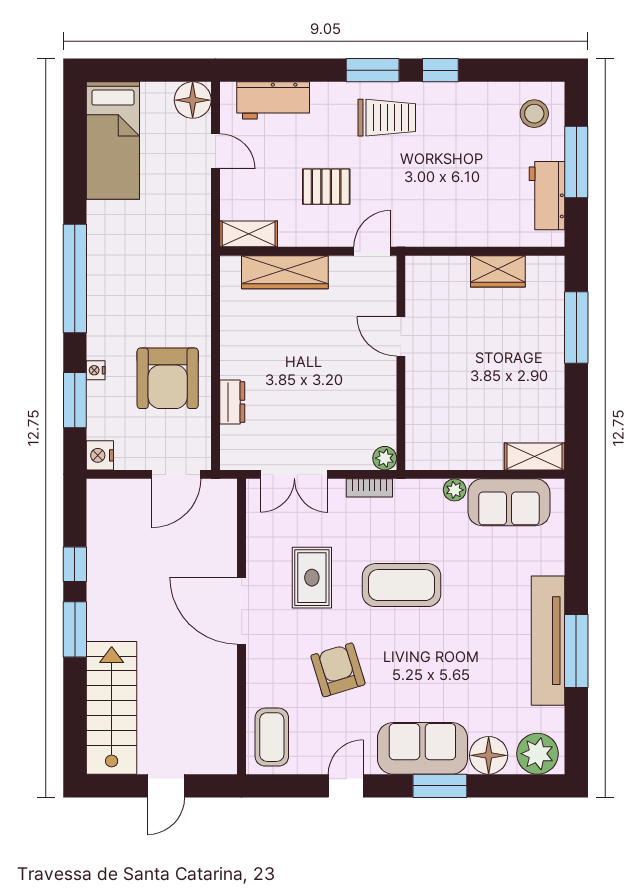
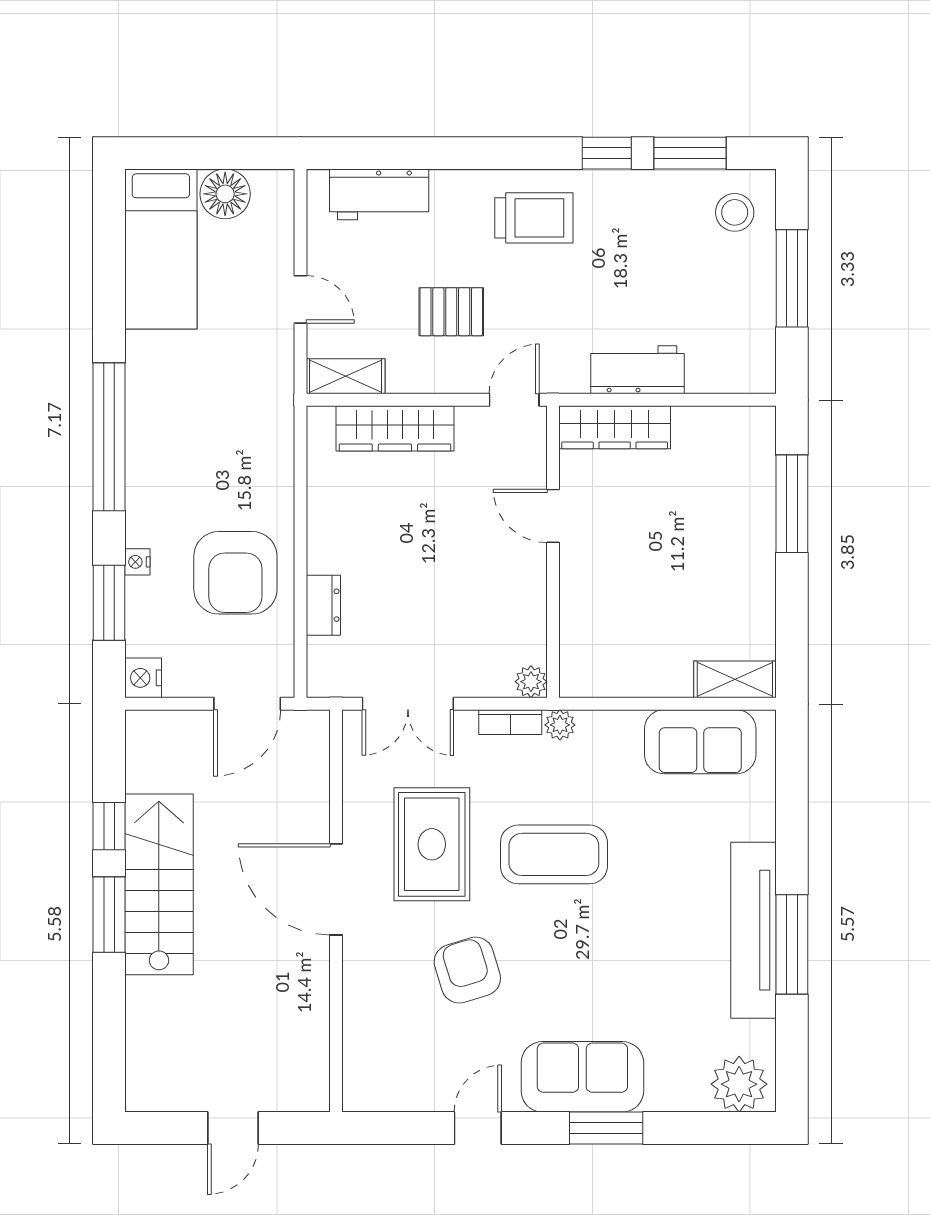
window: (373, 70) -> (690, 153), moved
floor lamp: (193, 100) -> (225, 194), moved
door: (215, 151) -> (300, 299), moved
workbench: (547, 196) -> (638, 370), moved, turned 90
wardrobe: (498, 271) -> (615, 427), moved, width x1.50
plant: (455, 490) -> (560, 725), moved
rug: (312, 578) -> (432, 844), width x1.36, depth x1.43
stairs: (112, 708) -> (159, 884), moved
coffee table: (272, 737) -> (377, 1062), removed
floor lamp: (489, 755) -> (673, 1086), removed

